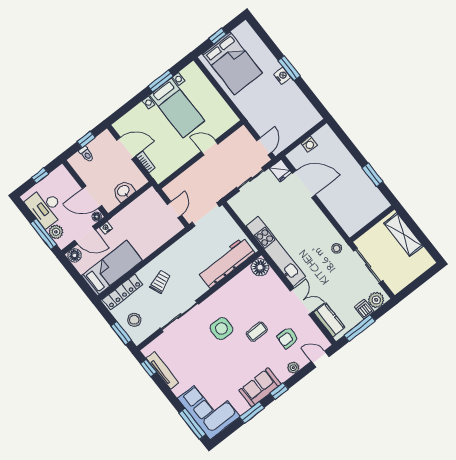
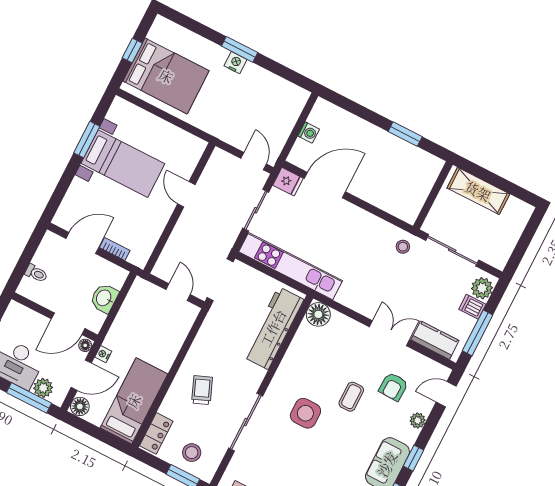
window: (86, 139) -> (27, 255), removed
door: (210, 148) -> (186, 194), hinge flipped
kitchen unit: (276, 251) -> (291, 266), moved
locker: (122, 292) -> (156, 433), width x0.66

